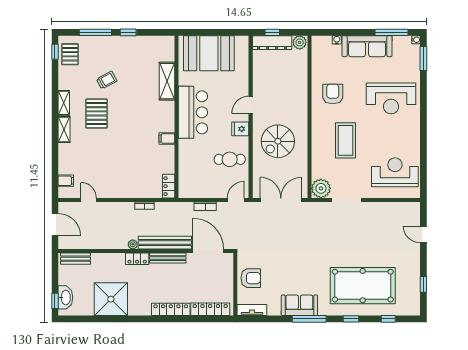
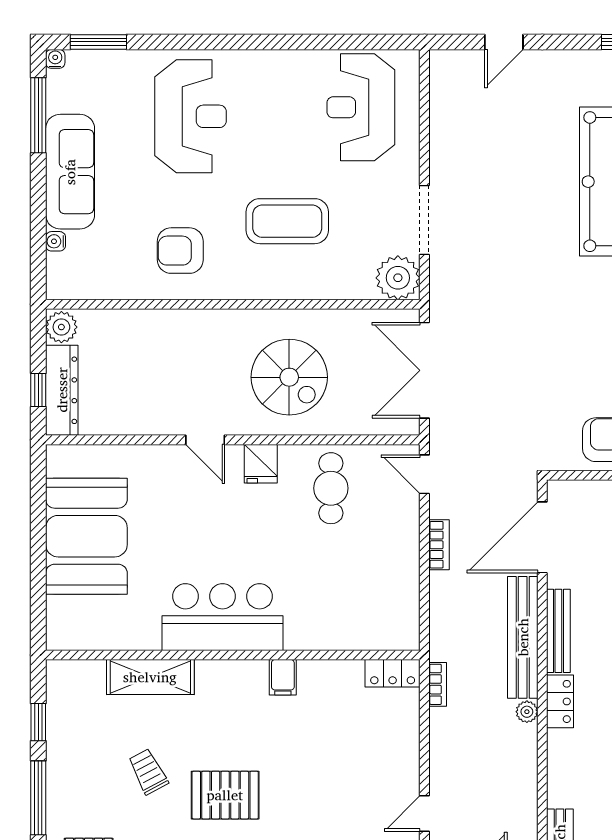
shelving: (167, 81) -> (150, 677), moved
bar counter: (193, 112) -> (222, 617), moved
wall: (176, 117) -> (233, 655), moved
filing cabinet: (167, 138) -> (283, 677), moved
locker: (169, 186) -> (393, 673), moved

